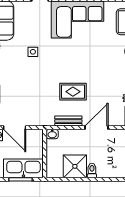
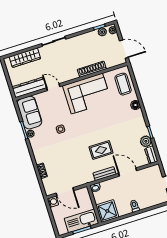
door: (96, 128) -> (128, 172), hinge flipped
shower: (75, 166) -> (107, 211), moved

